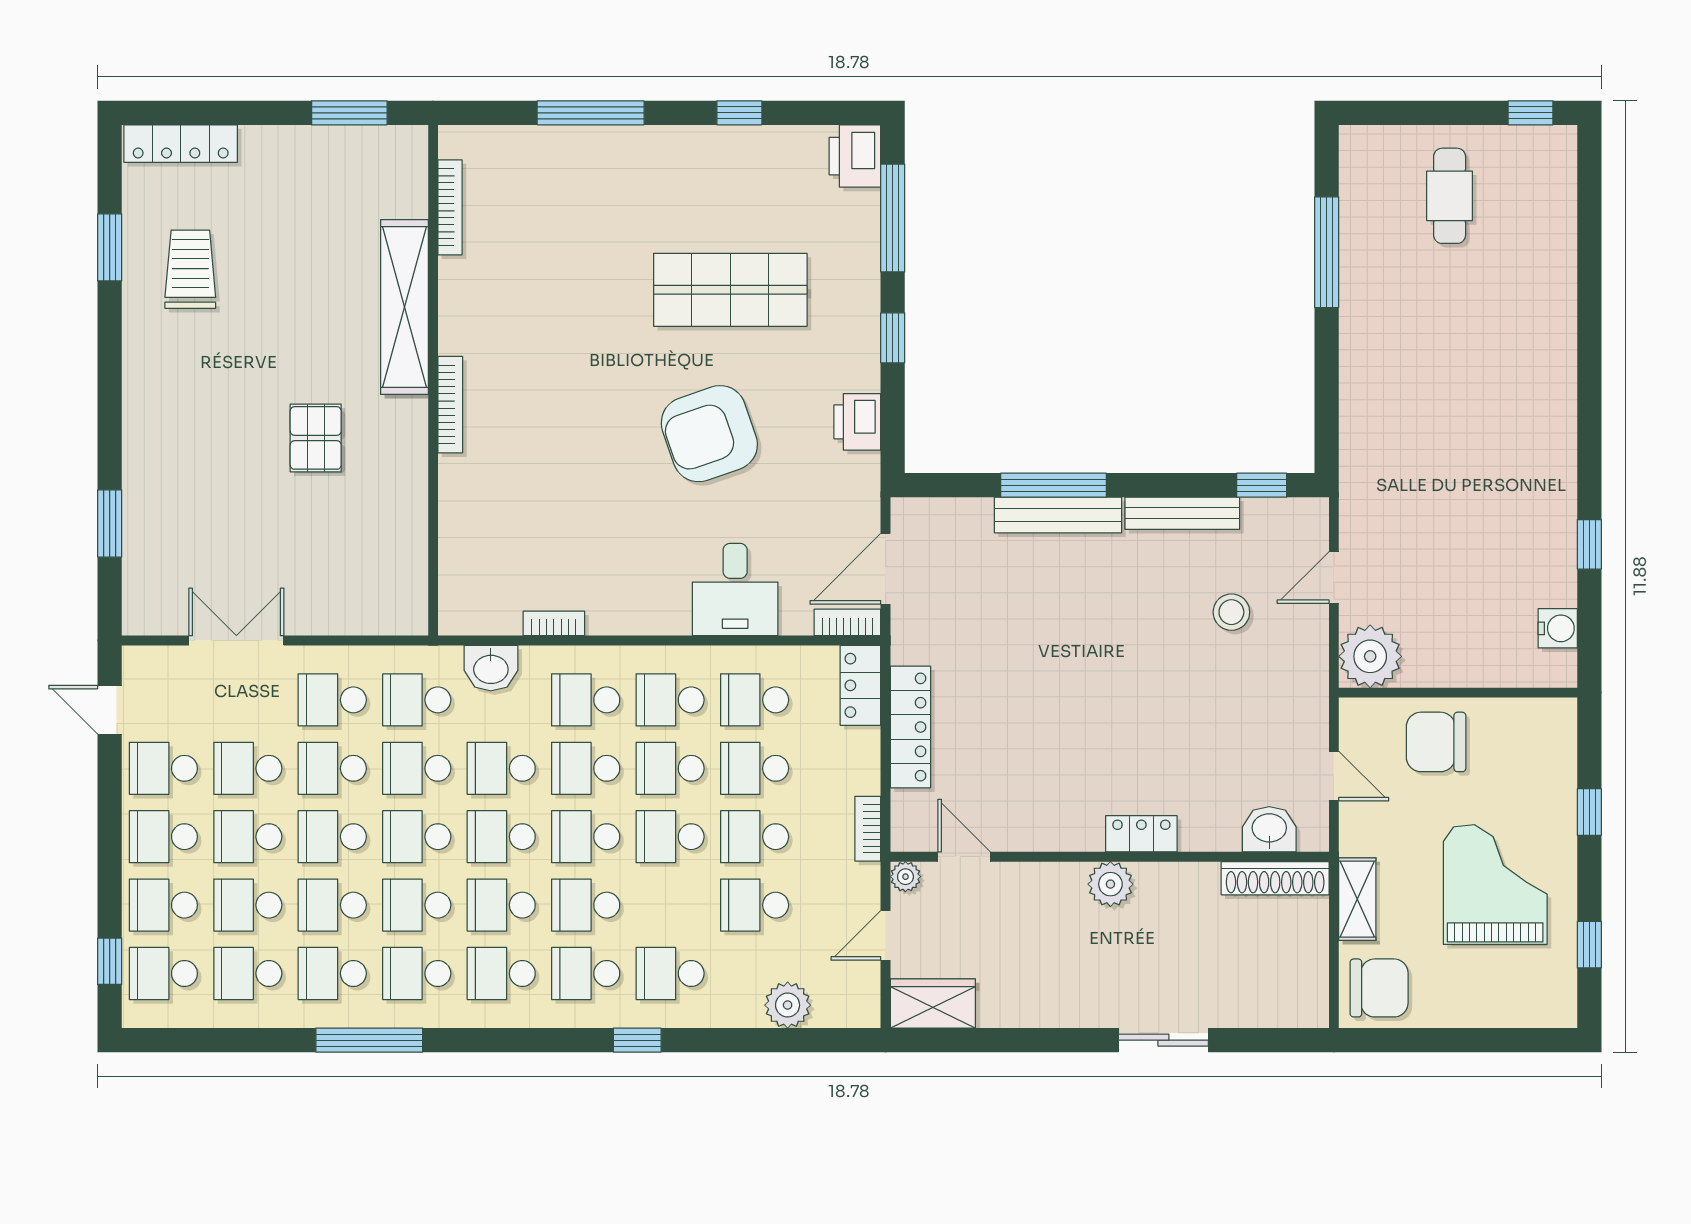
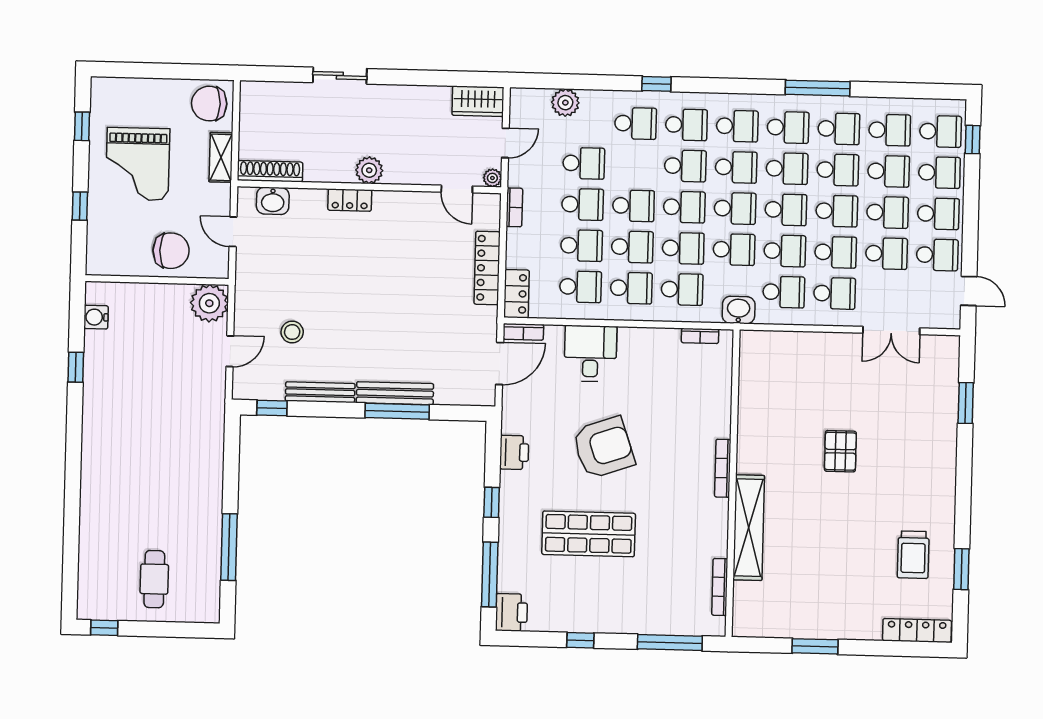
bookcase: (450, 207) -> (720, 587), moved
shelving: (404, 307) -> (749, 528), moved
wall: (433, 380) -> (733, 483), moved
bookcase: (450, 405) -> (723, 468), moved

